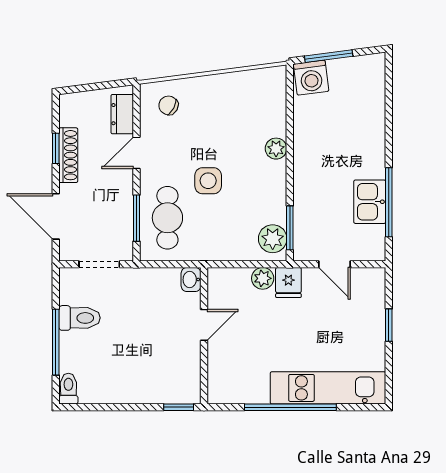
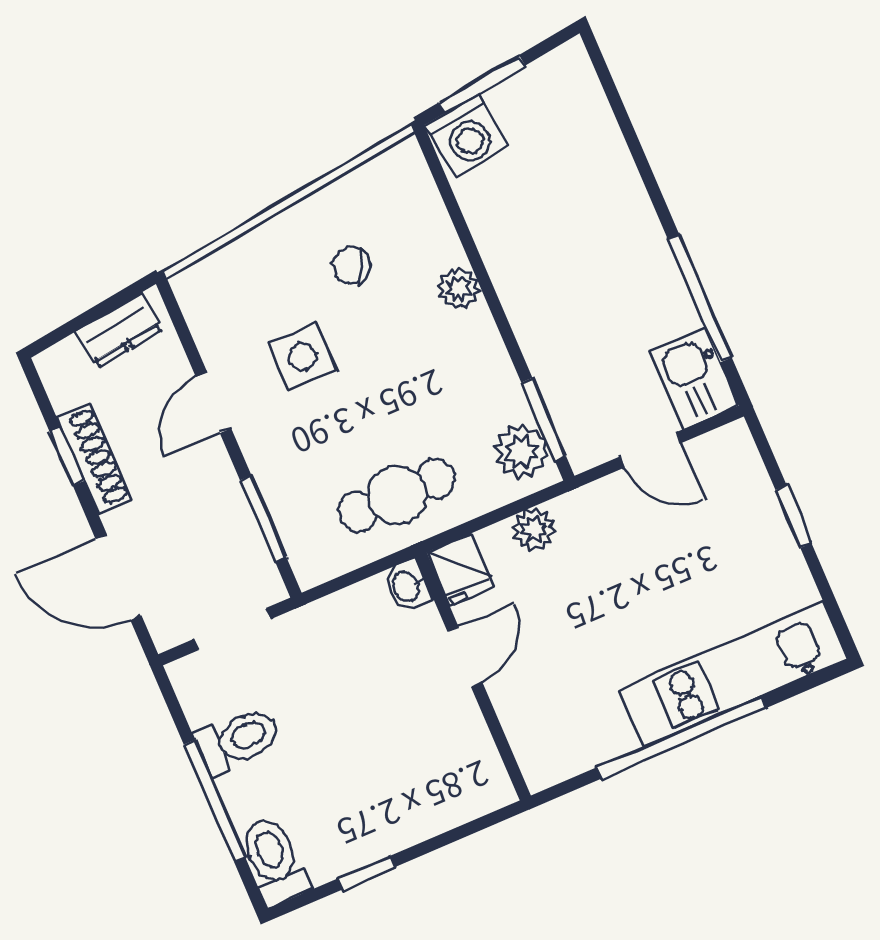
chair: (168, 105) -> (352, 265), moved
dresser: (122, 114) -> (119, 331), moved, turned -97
side table: (208, 181) -> (302, 357), moved
kitchen sink: (370, 202) -> (694, 378), moved
cafe table: (167, 218) -> (397, 495), moved, turned 90
fridge: (288, 282) -> (461, 570), moved
toilet: (68, 389) -> (274, 861), width x1.37, depth x1.39
window: (179, 407) -> (366, 873), moved

